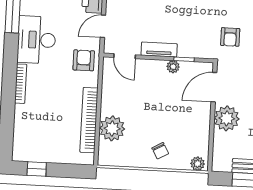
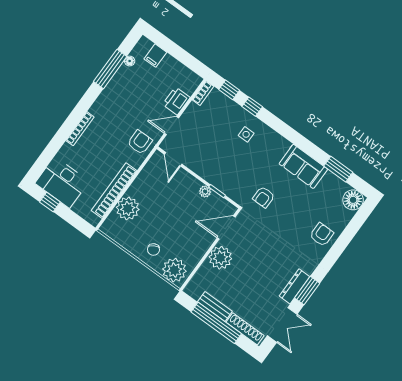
desk: (36, 40) -> (62, 182), moved, turned -90
tv unit: (159, 49) -> (203, 171), removed
plant: (198, 164) -> (174, 270), width x1.88, depth x1.88

